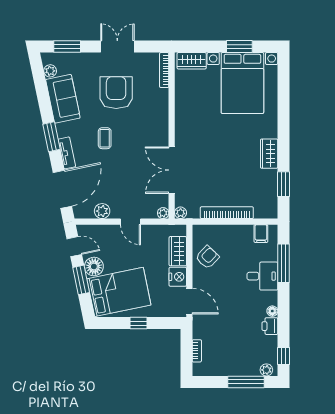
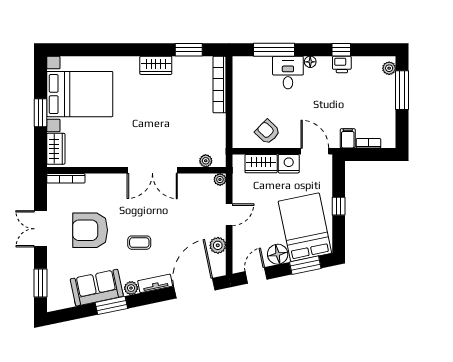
window: (239, 47) -> (40, 113), moved
plant: (50, 71) -> (131, 288), moved
window: (51, 137) -> (111, 305), moved
double door: (172, 170) -> (152, 170), moved
door: (62, 189) -> (194, 288), hinge flipped
plant: (181, 213) -> (206, 161), moved
bookcase: (227, 213) -> (220, 85), moved
filing cabinet: (261, 234) -> (348, 138), moved, turned -90
window: (81, 280) -> (305, 265), moved
door: (189, 301) -> (315, 151), hinge flipped
floor lamp: (272, 311) -> (310, 62), moved
window: (283, 356) -> (341, 50), moved

